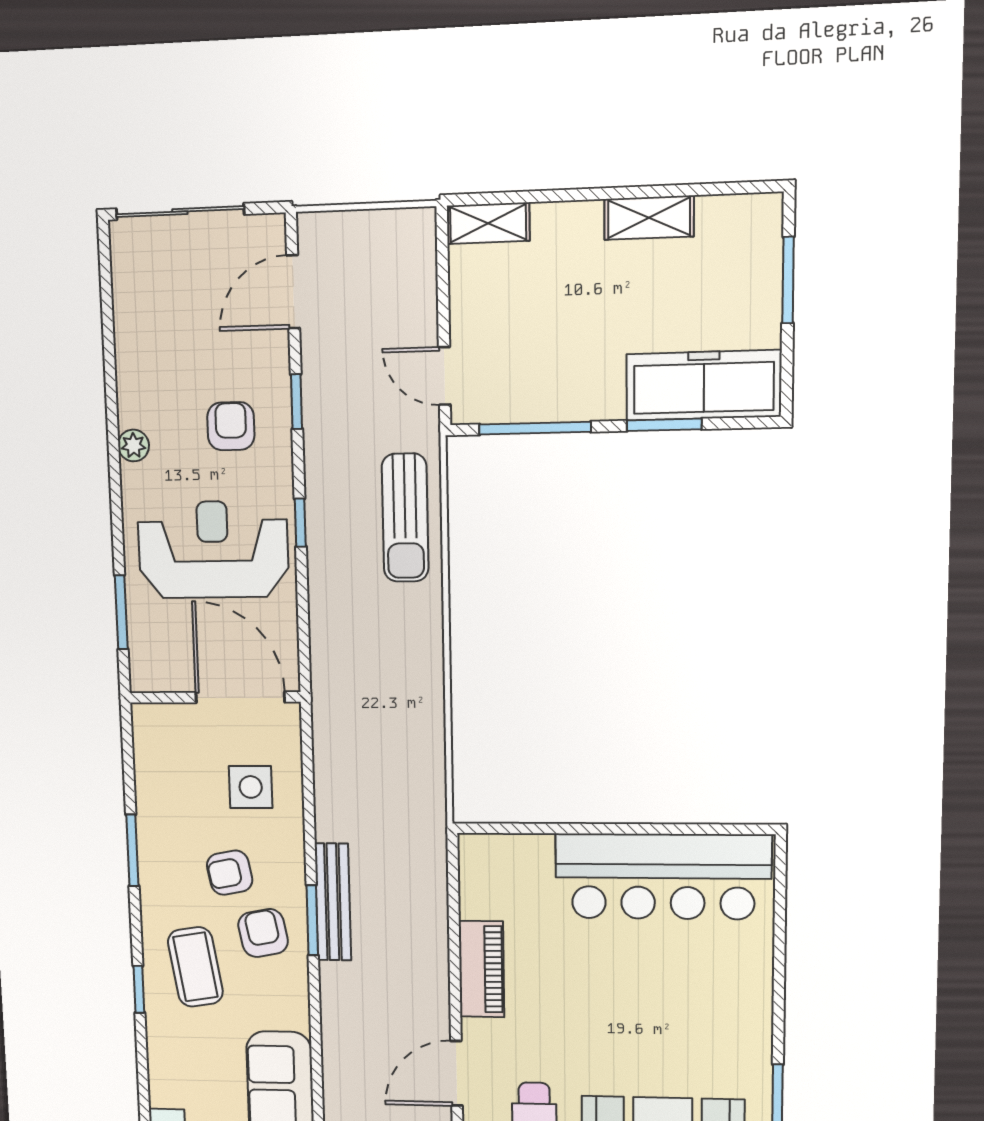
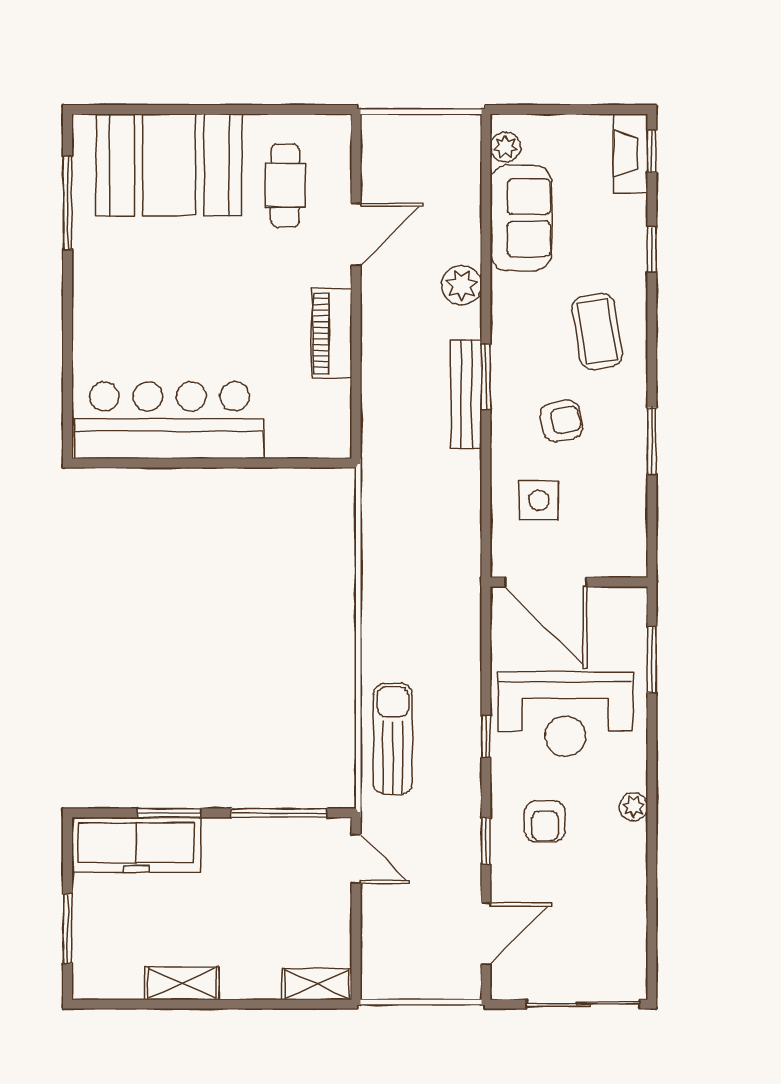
armchair: (263, 933) -> (532, 364), removed
window: (139, 989) -> (652, 249), moved
plant: (341, 1018) -> (462, 285), added

